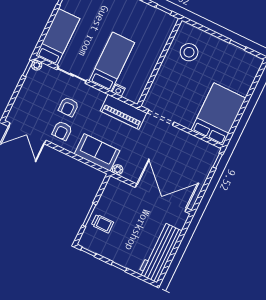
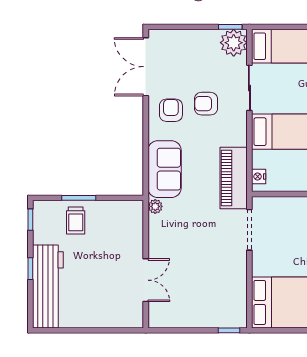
plant: (37, 65) -> (234, 43), width x1.88, depth x1.88
nightstand: (119, 90) -> (259, 177), moved
armchair: (62, 131) -> (171, 110), turned 90
double door: (161, 198) -> (146, 280), width x0.54
workbench: (160, 252) -> (48, 287), moved, turned 90

